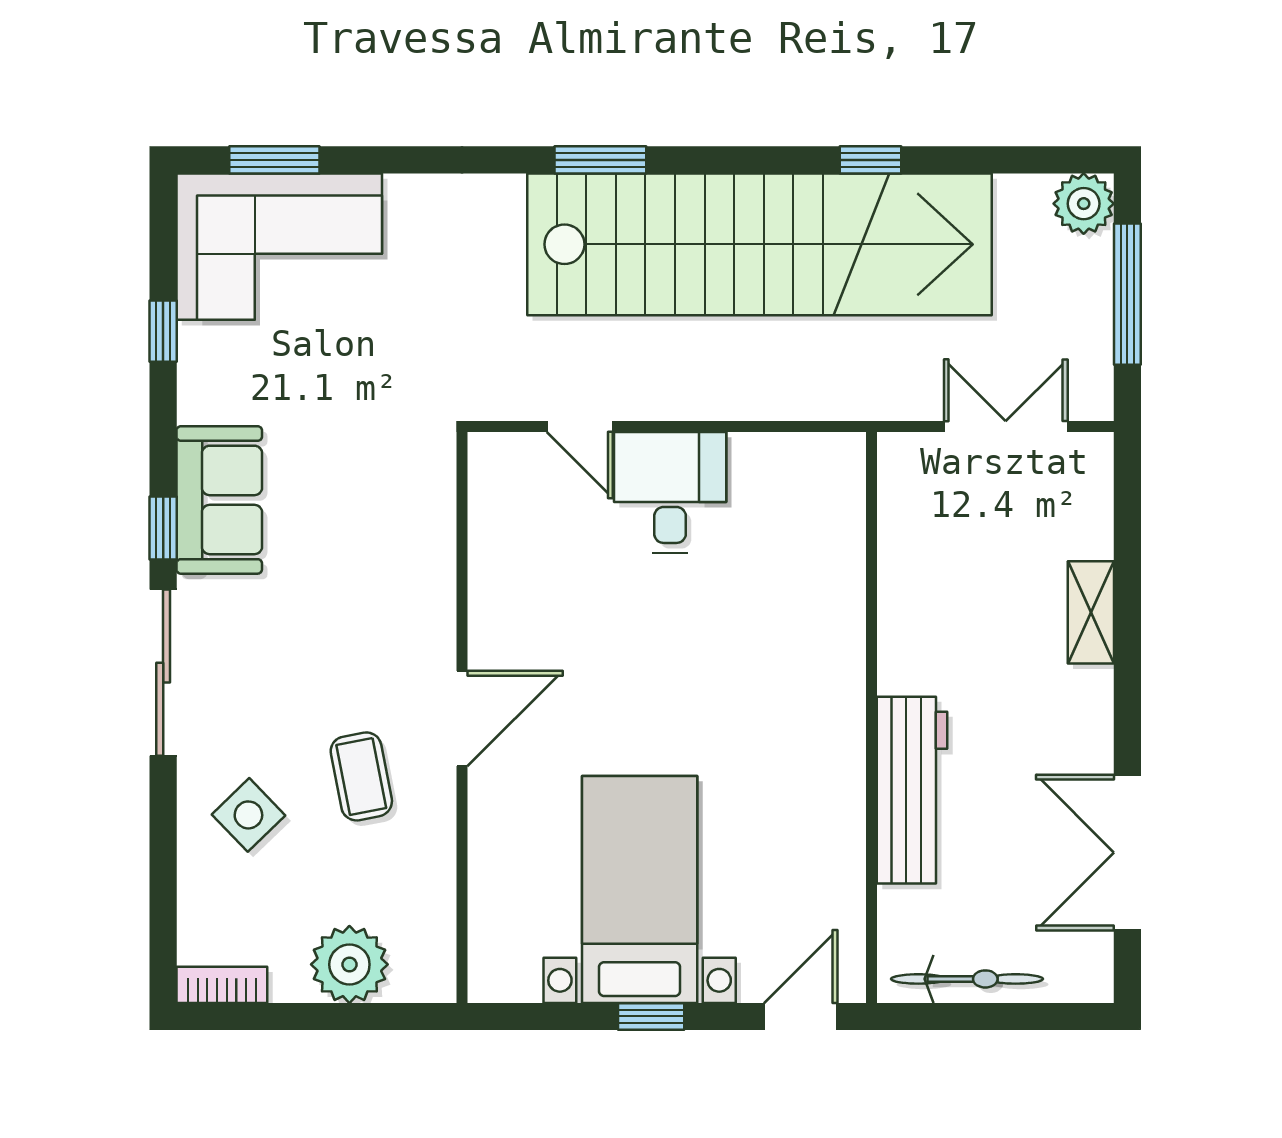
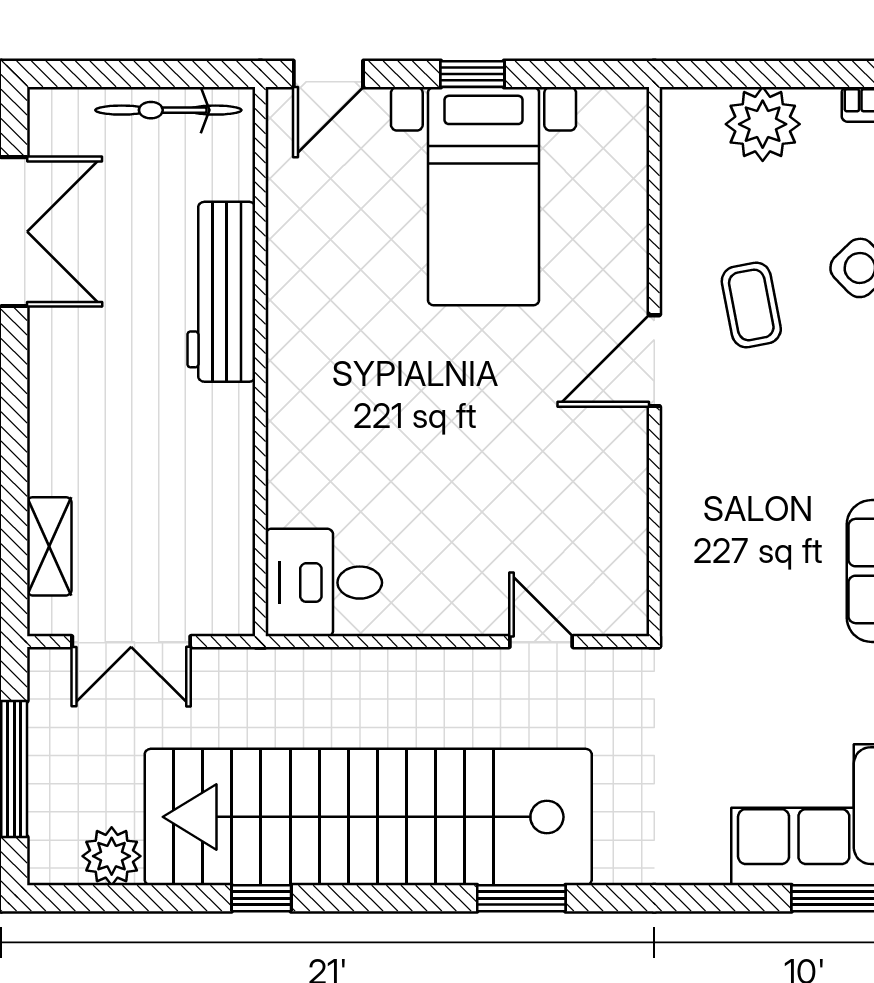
plant: (1084, 204) -> (112, 856), moved
desk: (670, 492) -> (324, 583), moved, turned 90
shelving: (1091, 612) -> (49, 546), moved

